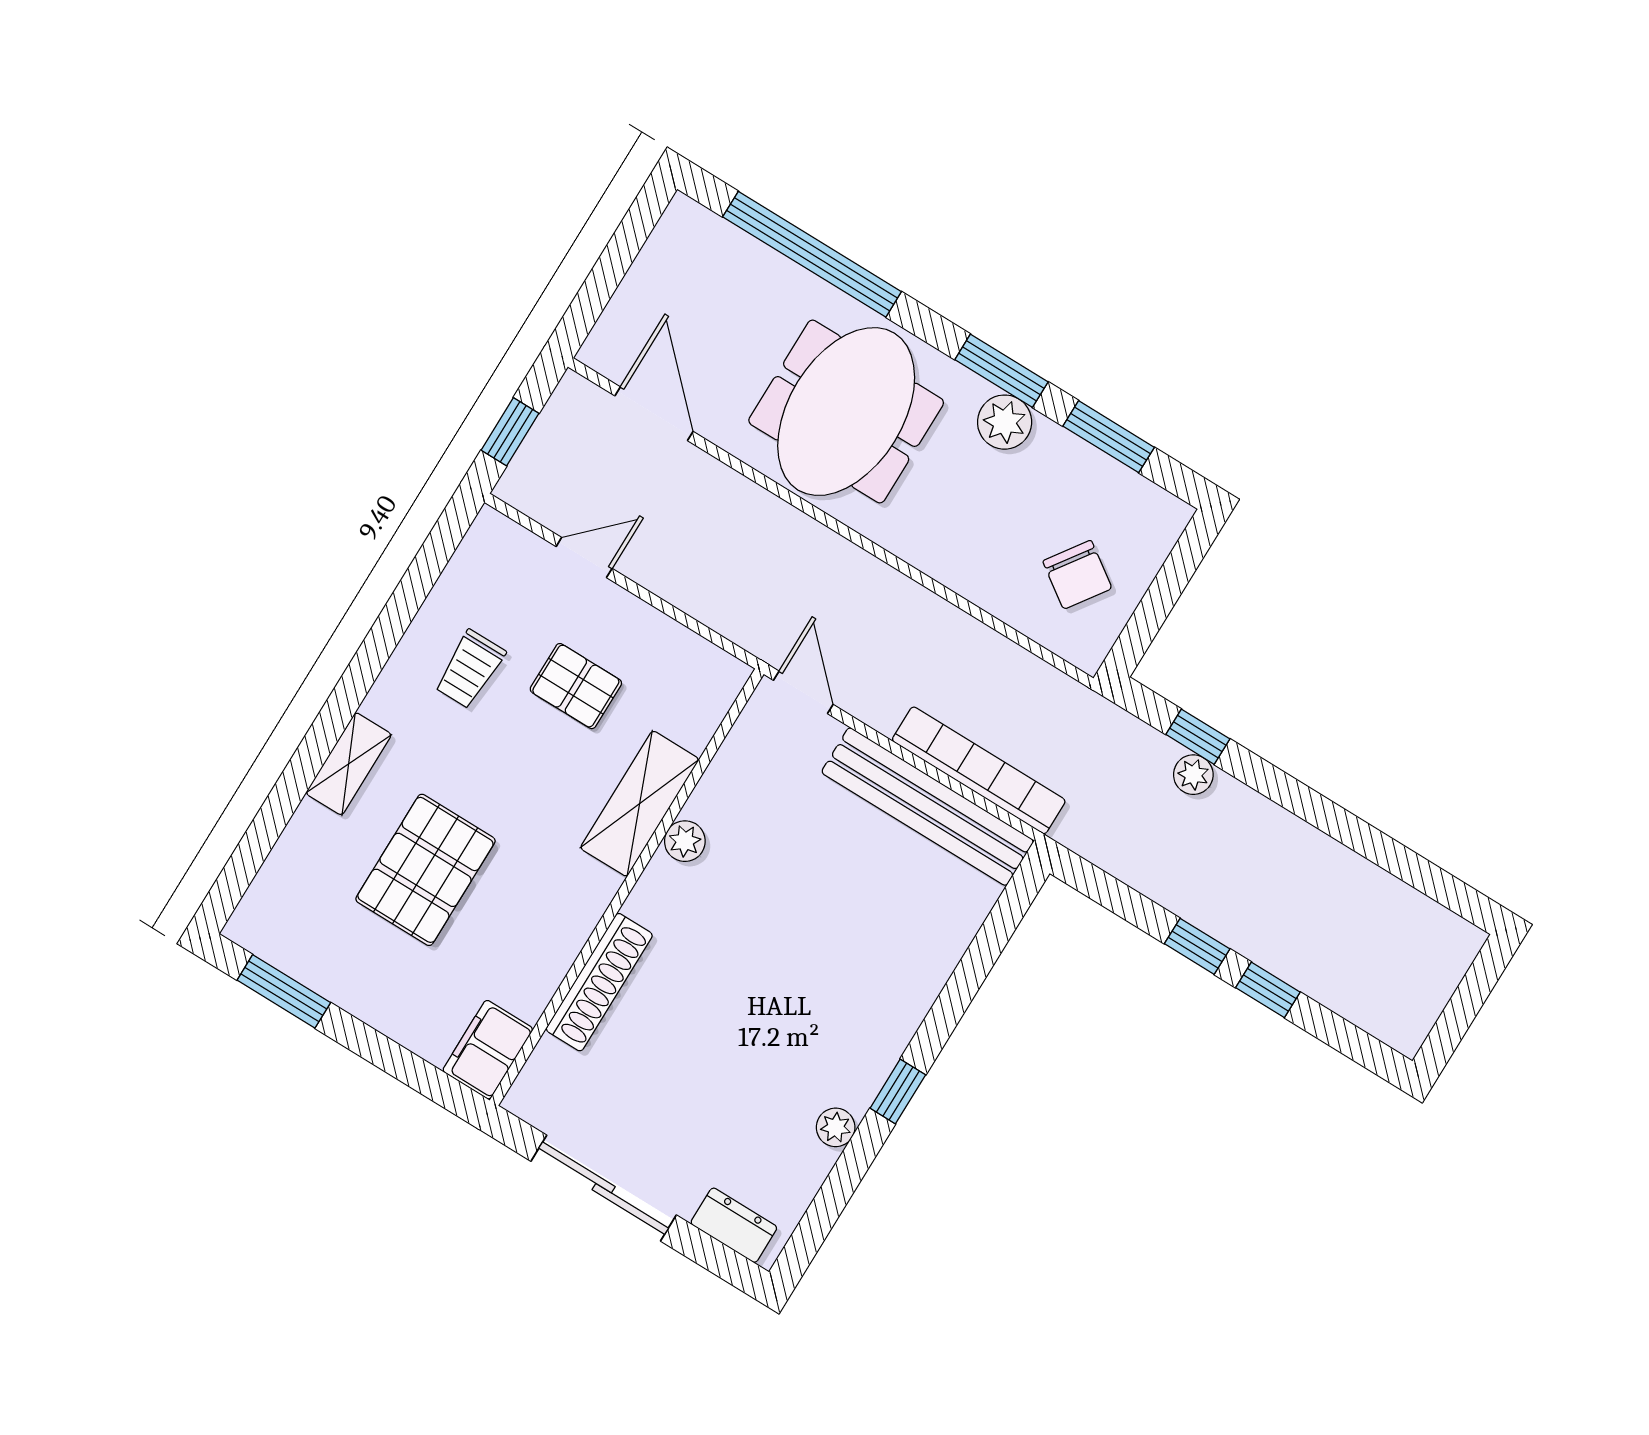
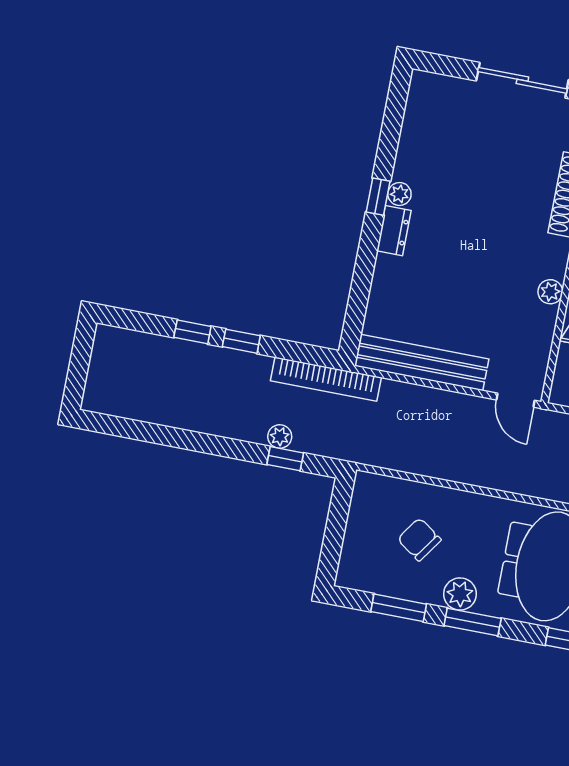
chair: (1077, 575) -> (419, 539), moved
bookcase: (979, 770) -> (326, 379), moved
plant: (836, 1127) -> (399, 194), moved
dresser: (734, 1225) -> (394, 231), moved, turned -90

